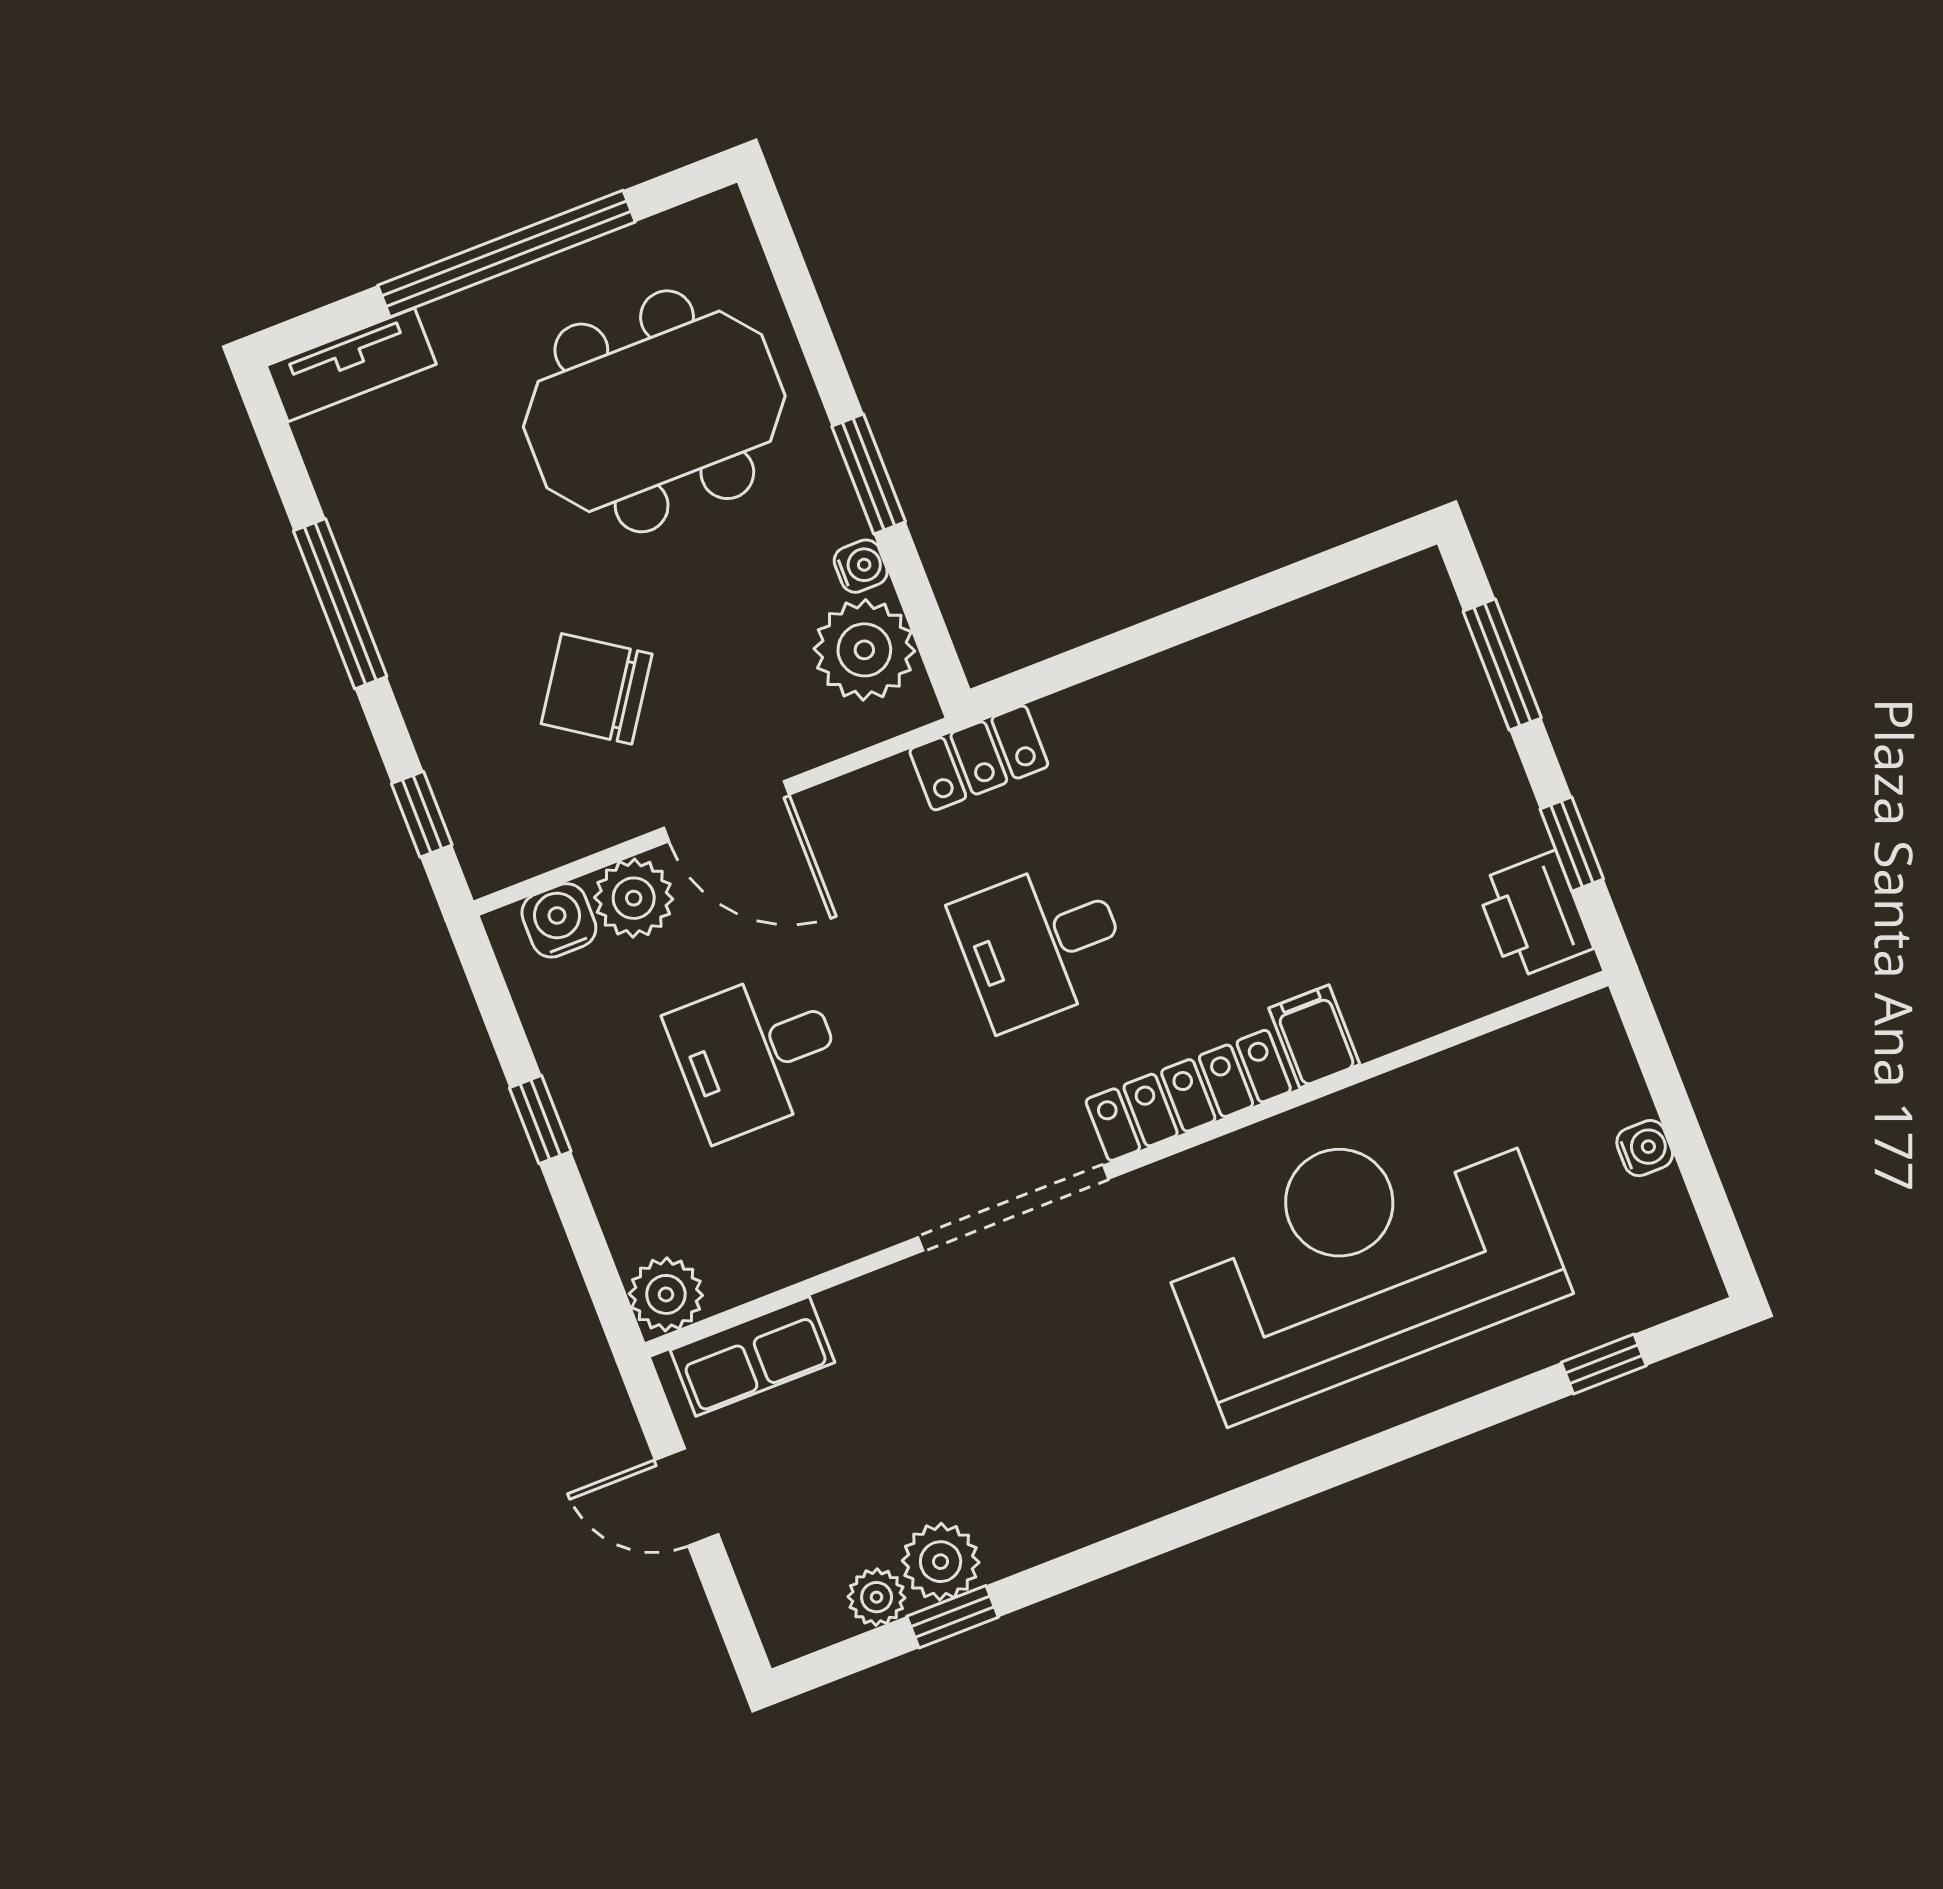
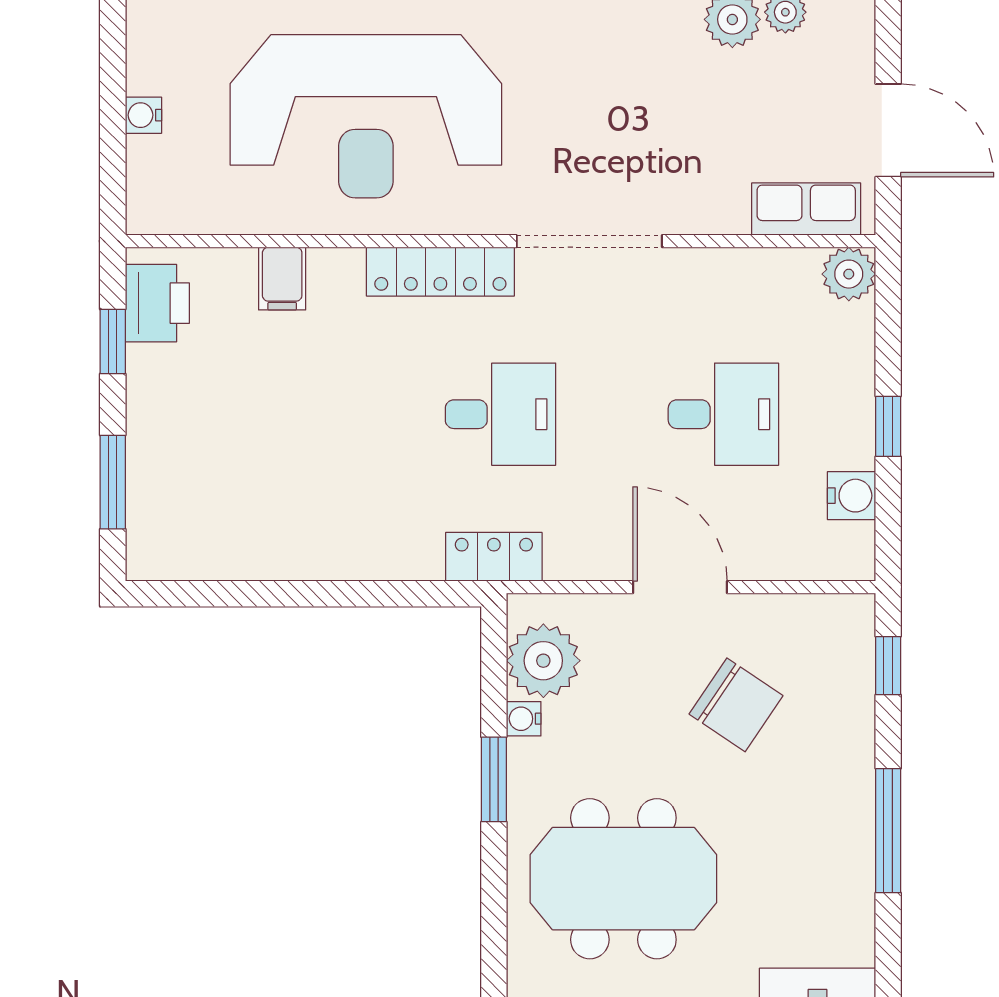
plant: (634, 898) -> (766, 553), removed
water cooler: (559, 920) -> (852, 496), moved, turned -90
filing cabinet: (1314, 1036) -> (282, 279), moved
door: (687, 1497) -> (888, 130), width x1.38

